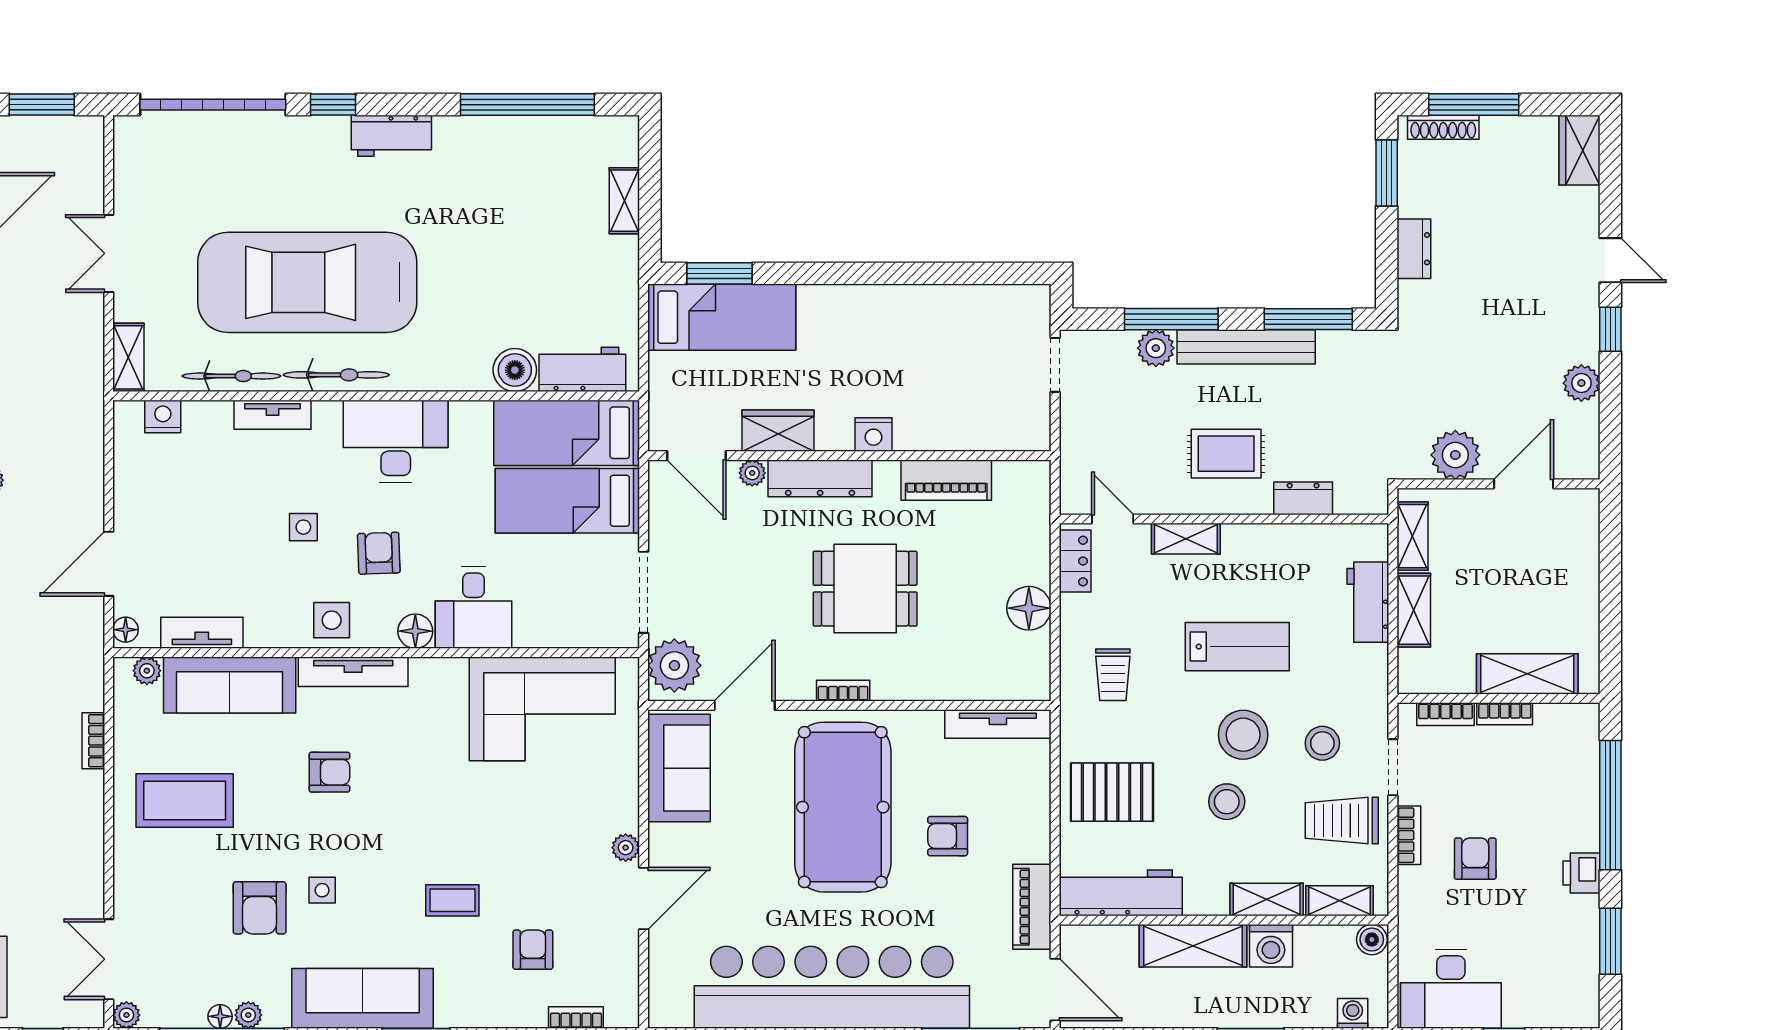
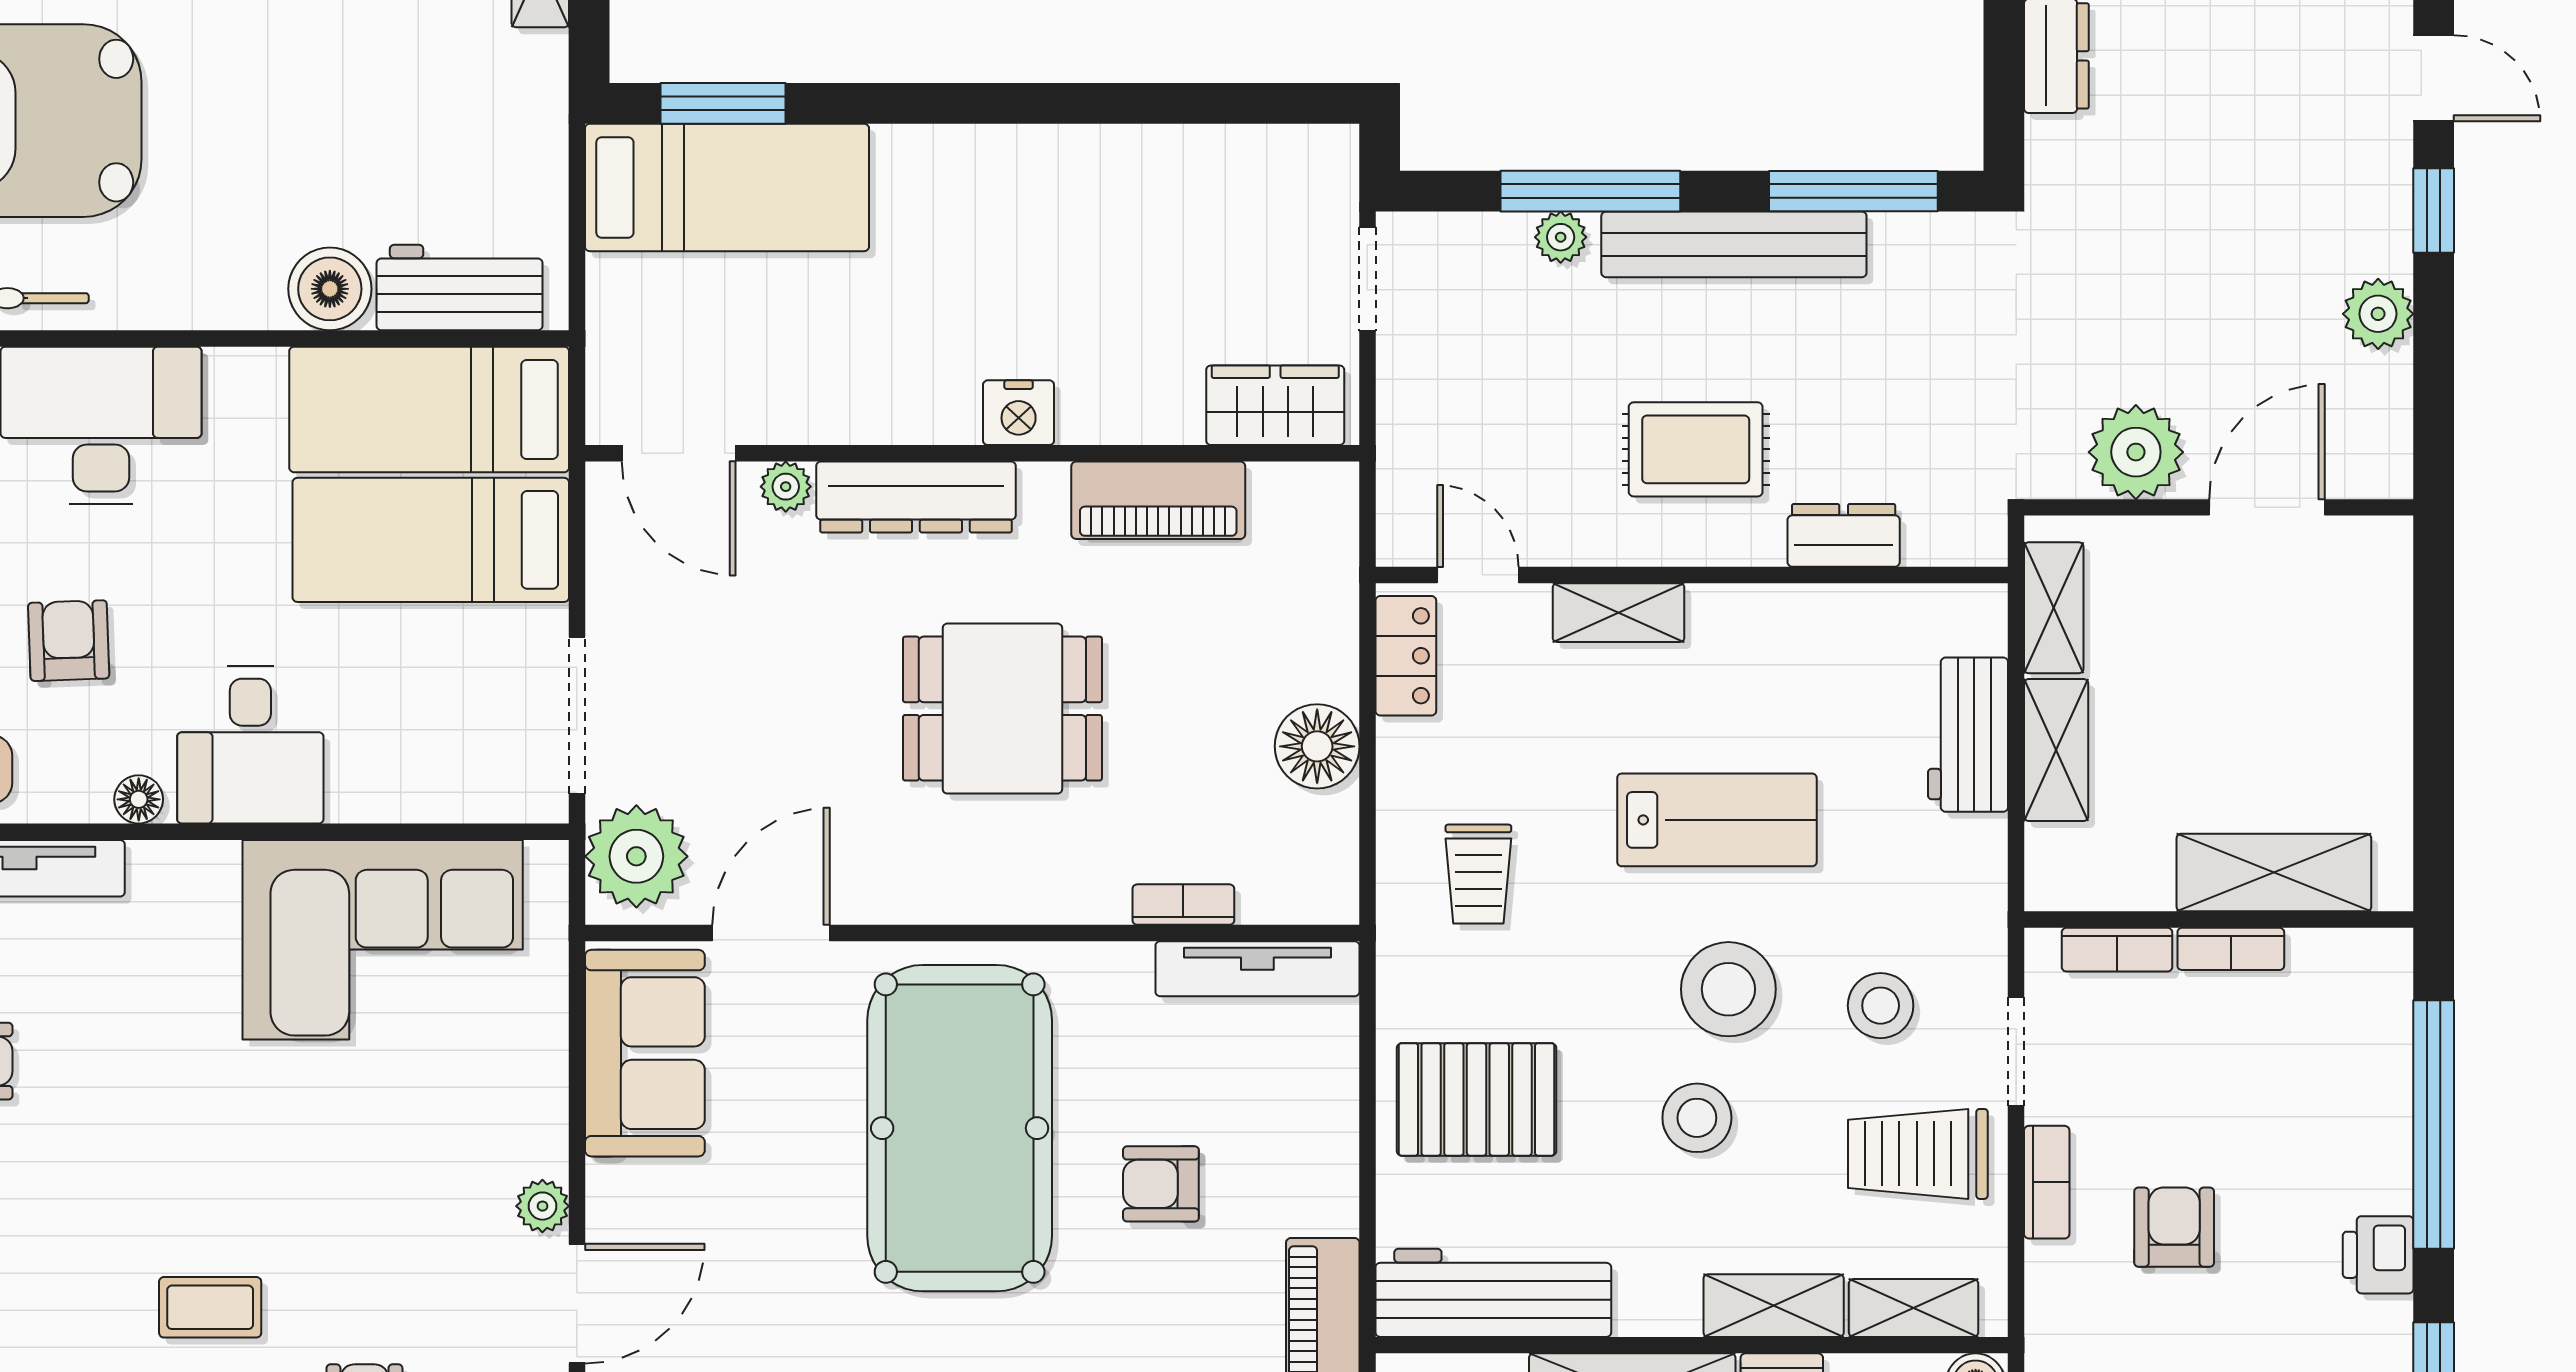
plant: (1156, 348) -> (1561, 237), width x0.73, depth x0.73
wardrobe: (778, 431) -> (1275, 405), moved
floor lamp: (415, 631) -> (139, 799), width x0.73, depth x0.73
bookcase: (843, 691) -> (1183, 905), moved

